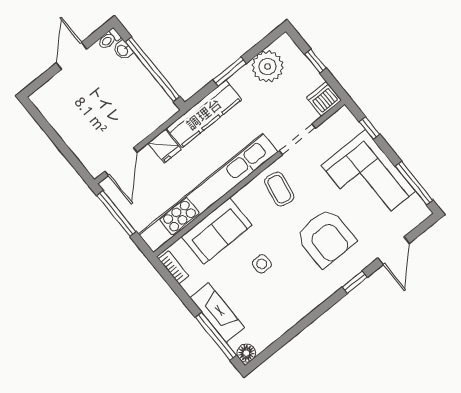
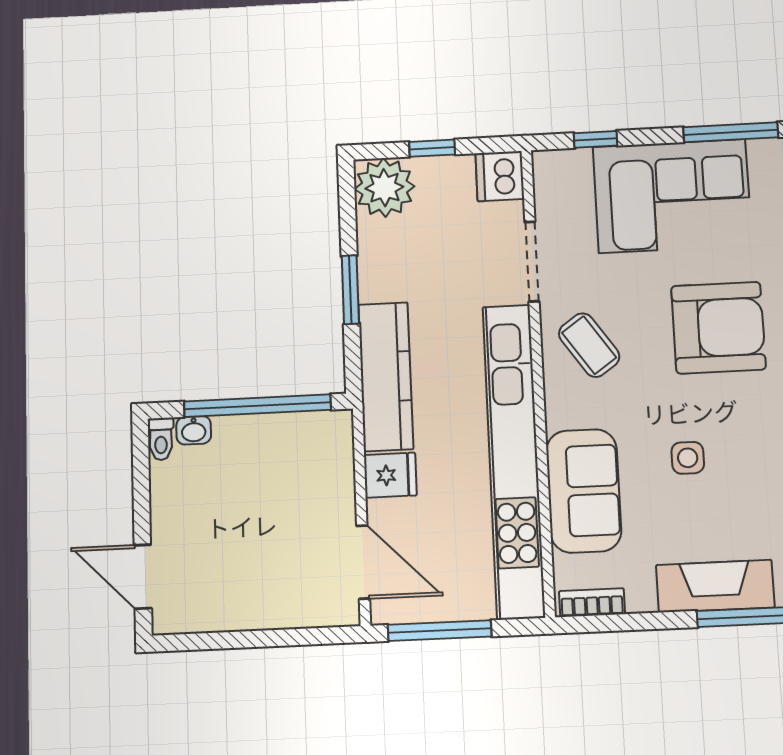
door: (72, 56) -> (143, 577), moved
plant: (267, 66) -> (384, 188), moved
coffee table: (279, 189) -> (589, 345), turned 45

